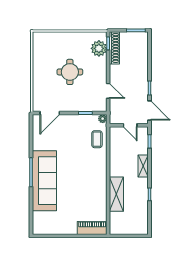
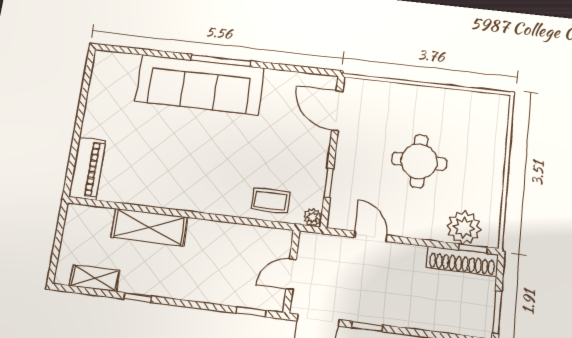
door: (108, 91) -> (371, 236), swing flipped
shelving: (143, 166) -> (95, 278), moved

